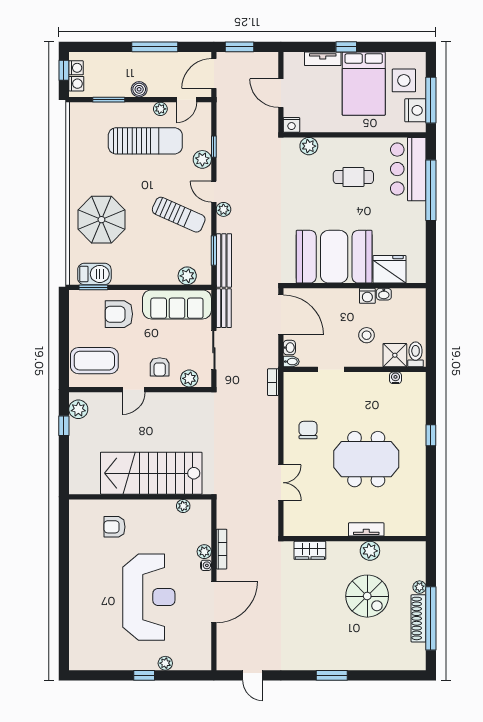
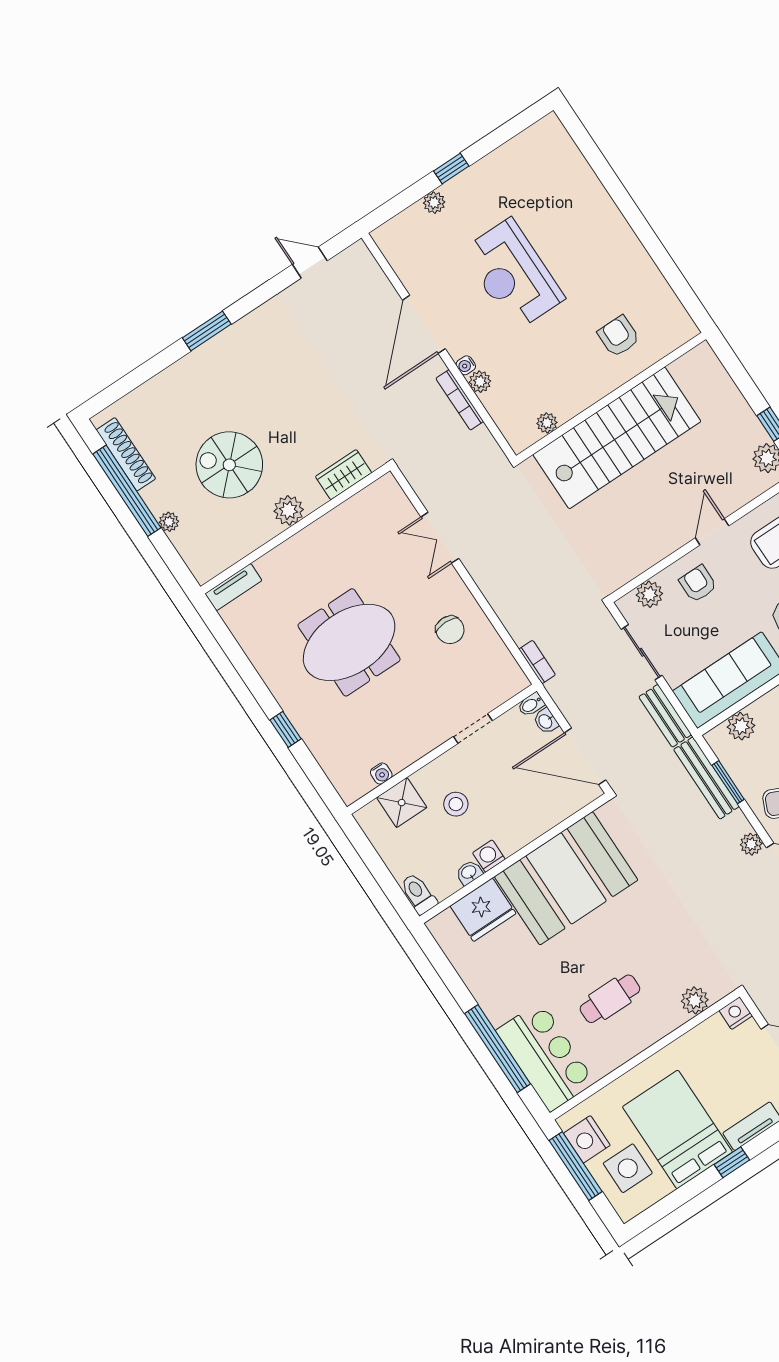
toilet: (416, 354) -> (418, 894), moved, turned 180
armchair: (114, 527) -> (618, 336), turned -90
tv unit: (366, 529) -> (233, 587), moved
plant: (370, 551) -> (289, 510), moved
reception desk: (149, 597) -> (513, 275), width x0.74, depth x0.77
shoe rack: (419, 618) -> (126, 454), moved

